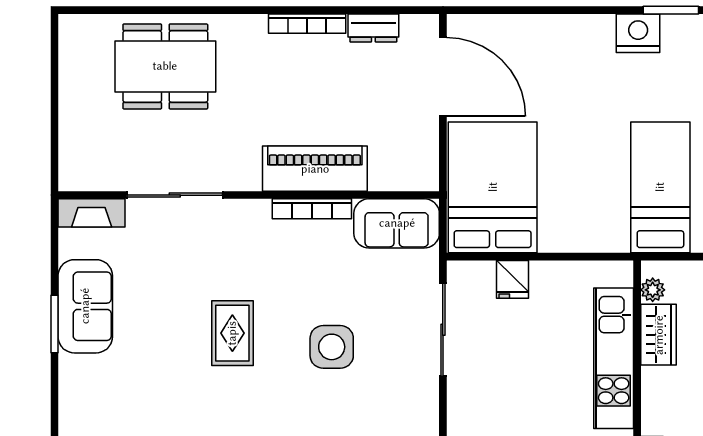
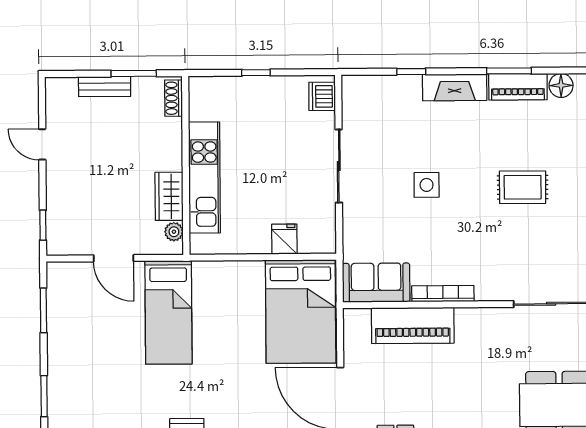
piano: (315, 169) -> (413, 326), moved
sliding door: (443, 330) -> (339, 166), moved
rug: (232, 333) -> (523, 187), moved, turned 90
side table: (332, 347) -> (427, 185), width x0.73, depth x0.73

